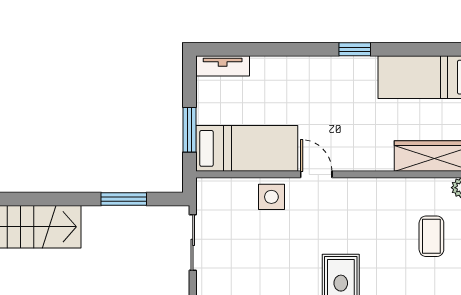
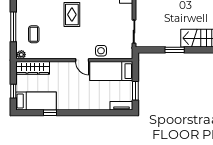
window: (355, 49) -> (50, 113), moved
window: (189, 130) -> (135, 91), moved
window: (124, 199) -> (175, 50), moved

